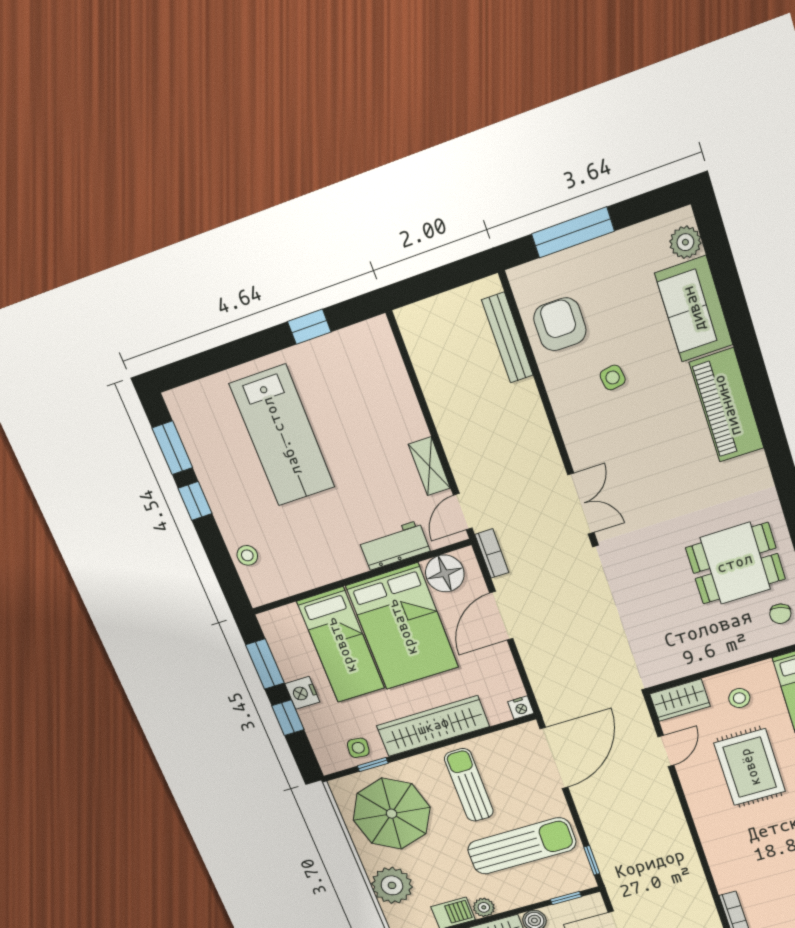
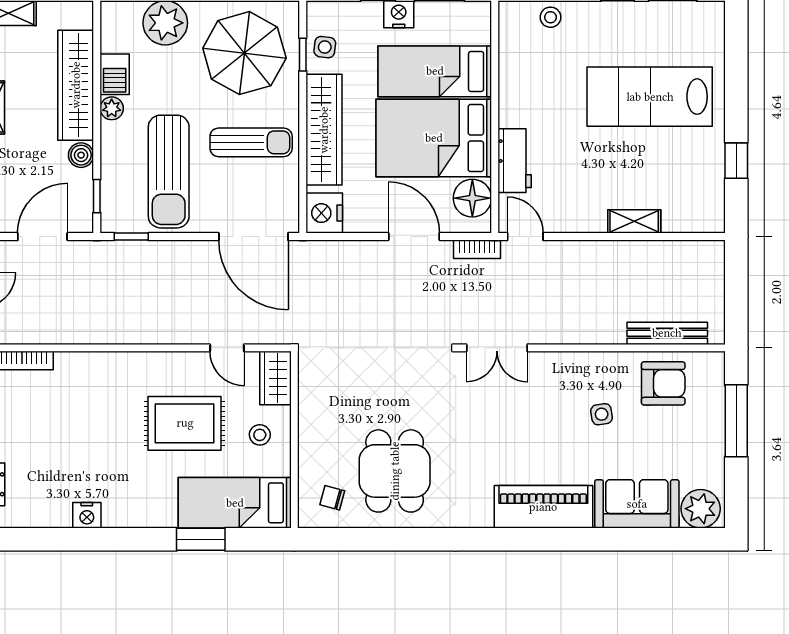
plant: (685, 242) -> (701, 509), width x1.36, depth x1.36
shelving: (429, 466) -> (634, 221), moved
nightstand: (521, 708) -> (324, 213), width x1.89, depth x1.79

